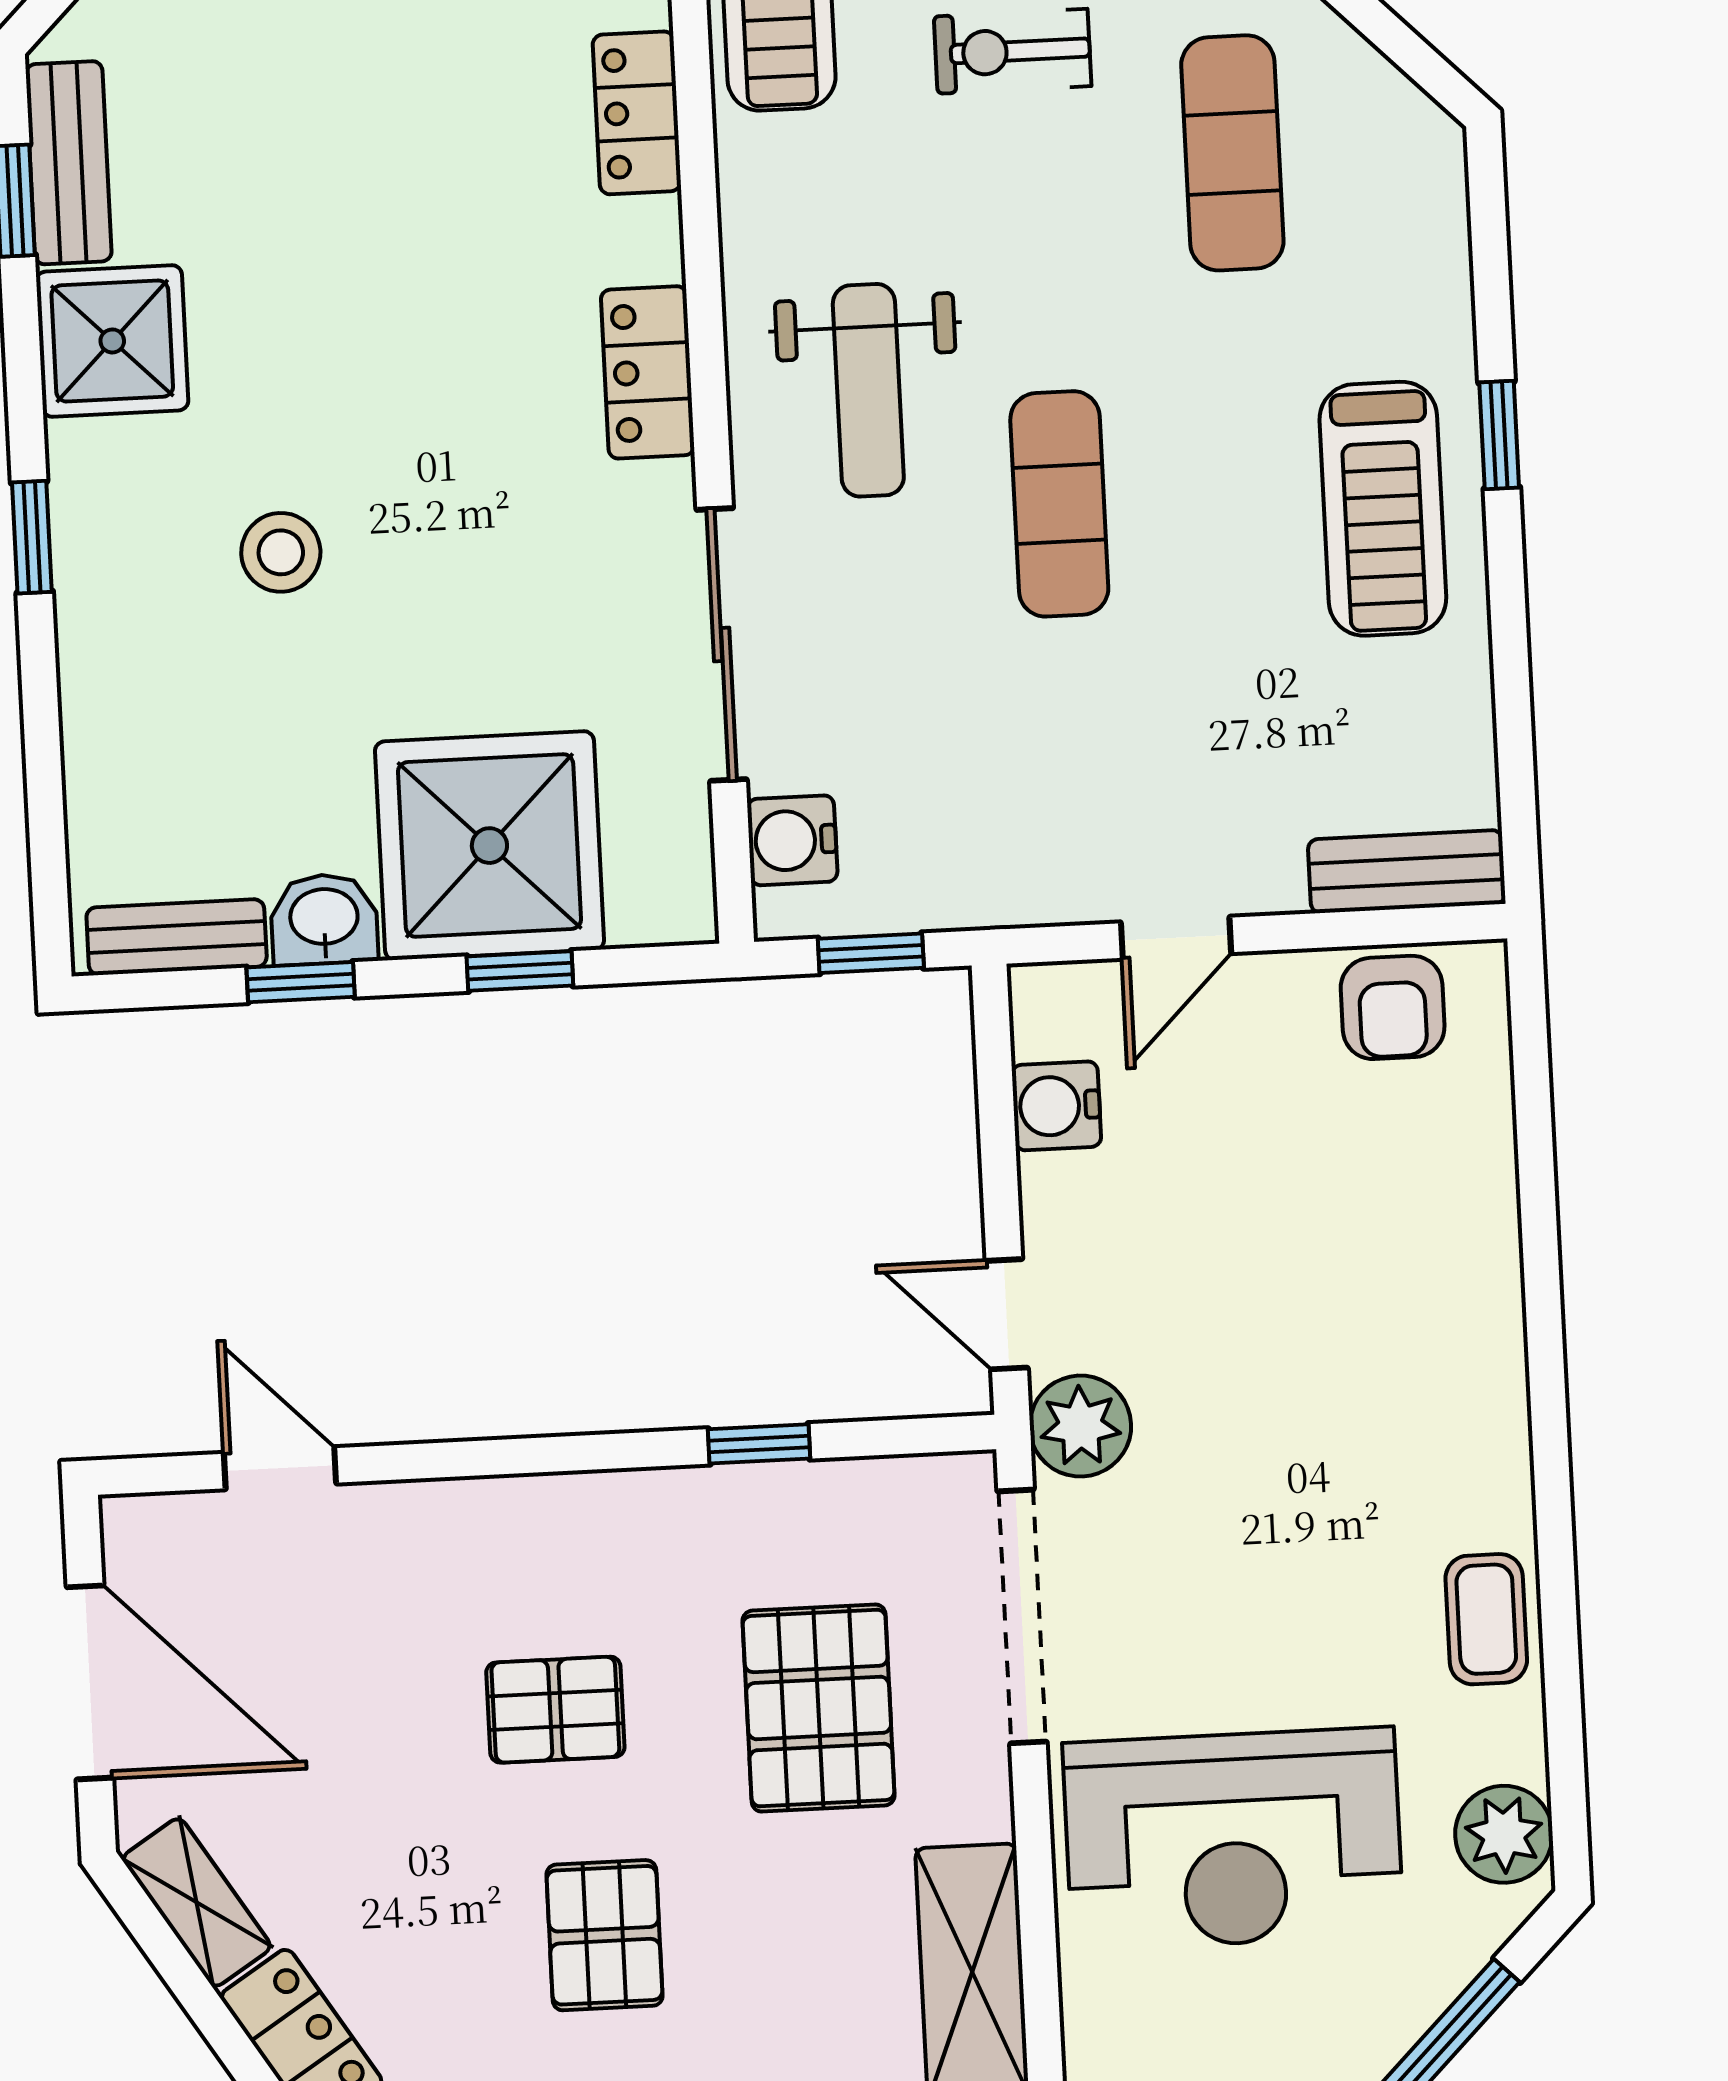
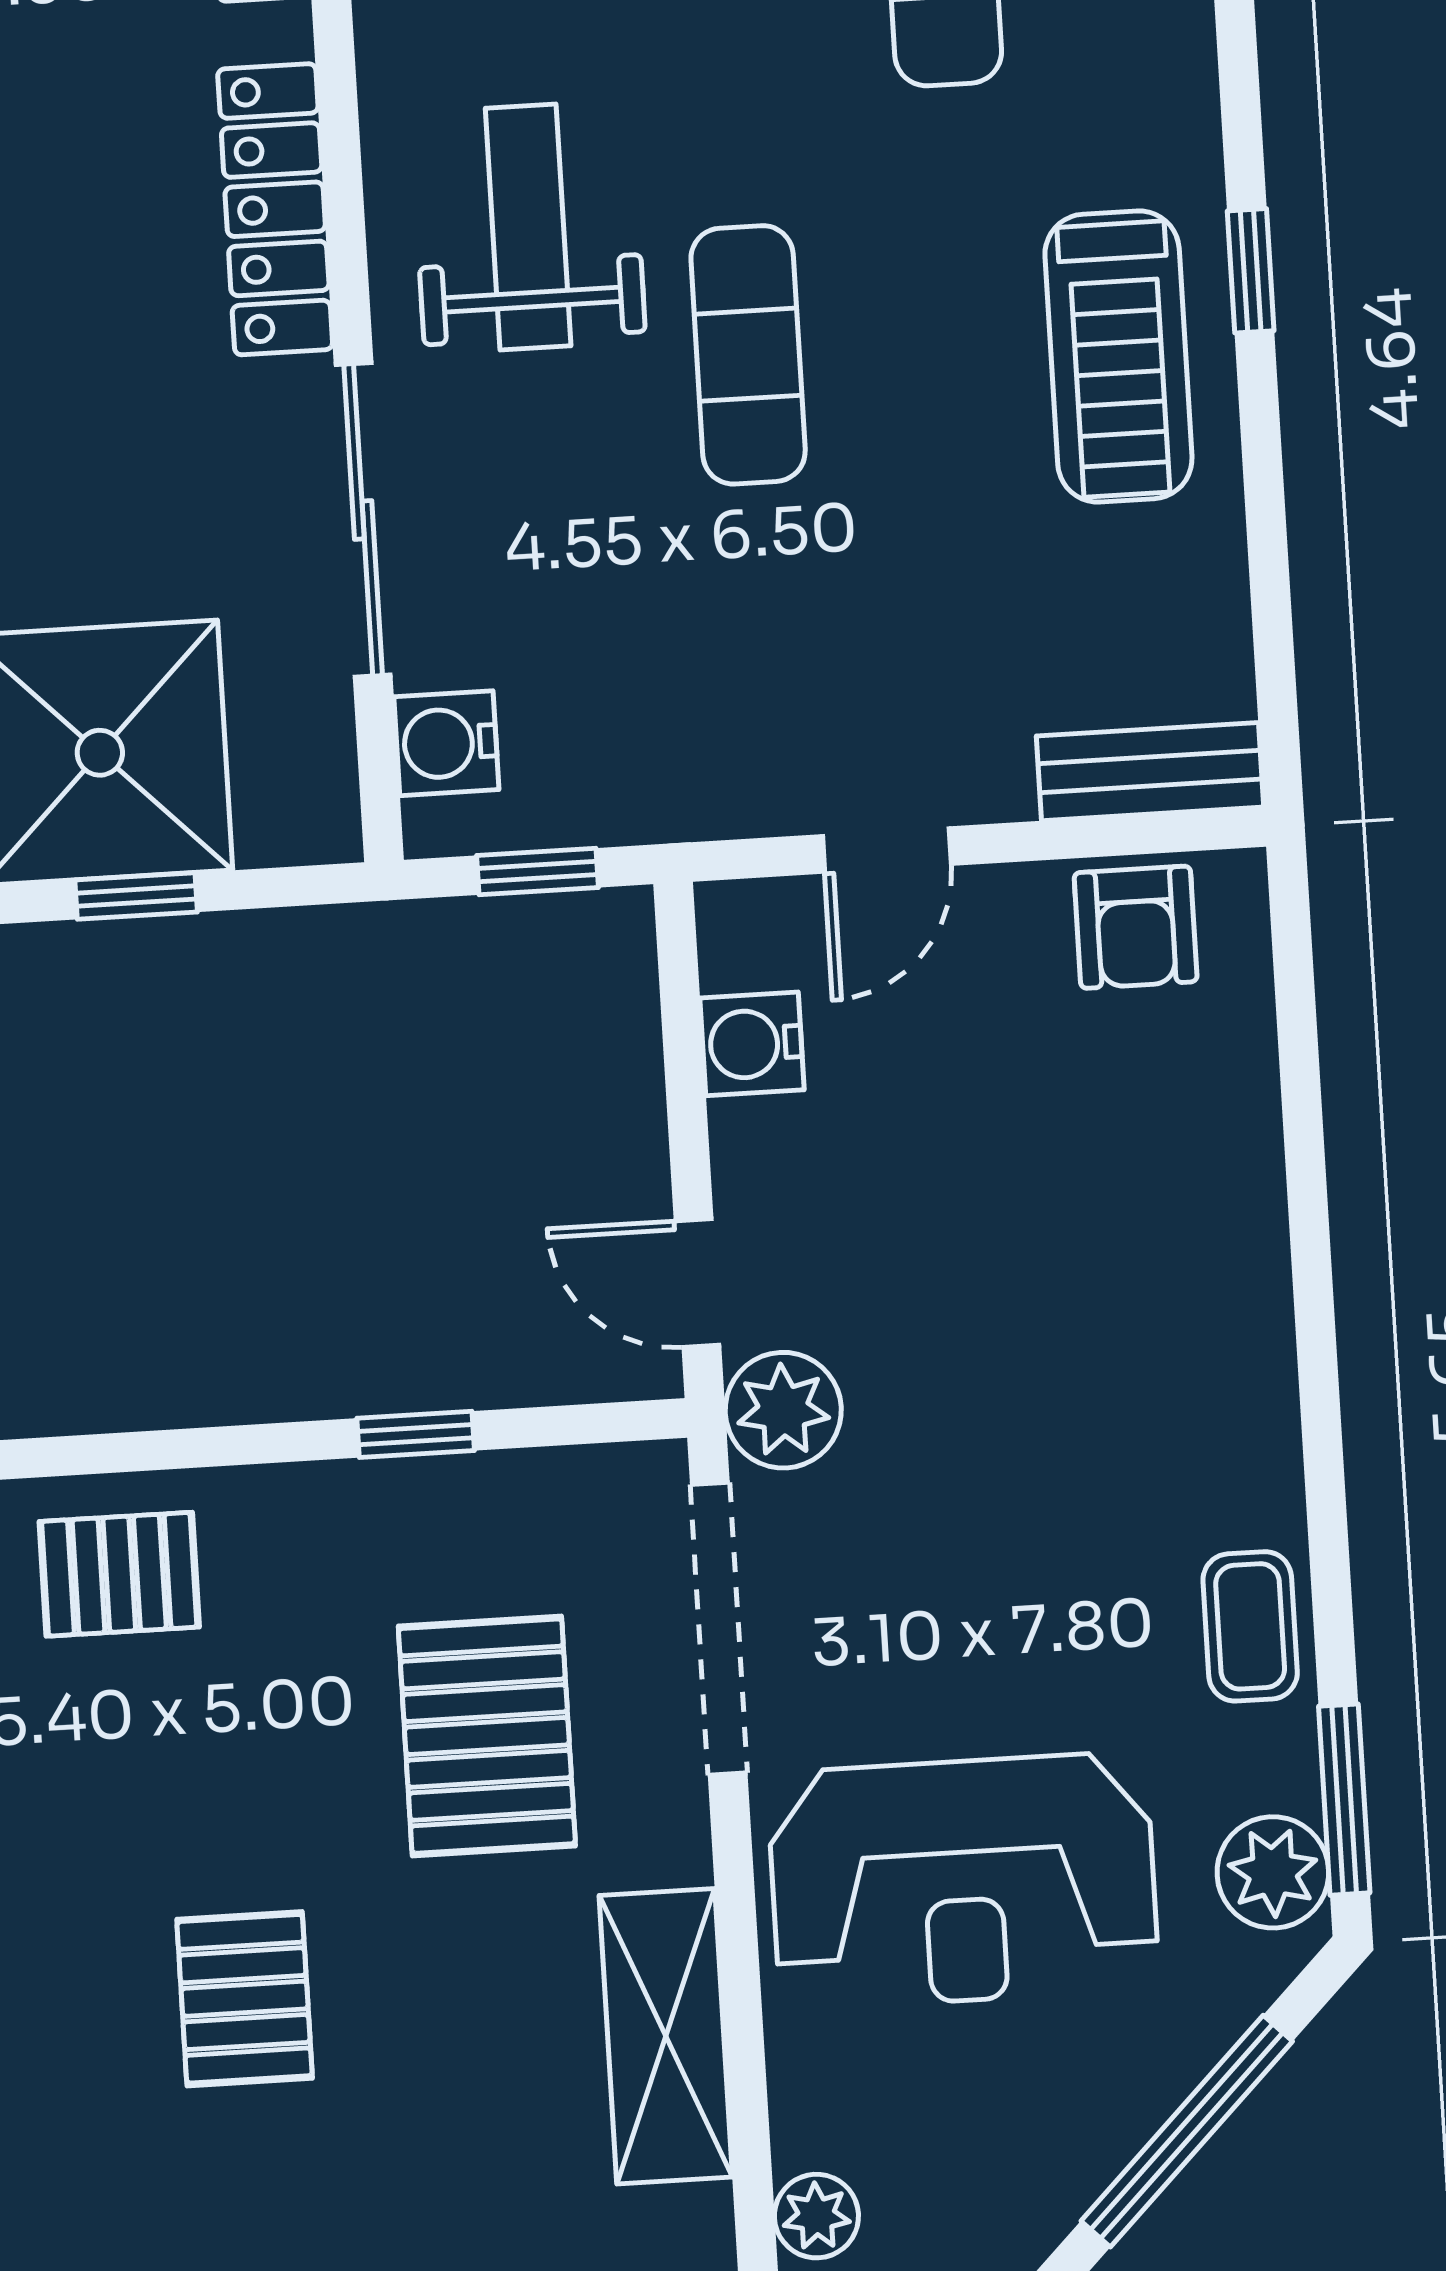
locker: (648, 372) -> (275, 209), width x1.53
weight bench: (868, 390) -> (528, 227), turned 180
pallet: (555, 1710) -> (119, 1574), moved
window: (1567, 1771) -> (1344, 1800), added

